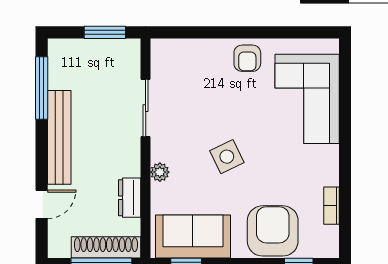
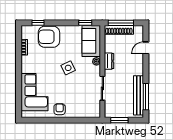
bench: (59, 137) -> (138, 95), moved
dresser: (130, 198) -> (109, 61), moved
armchair: (273, 231) -> (49, 37), turned 90
sofa: (193, 237) -> (91, 41), moved, turned 90

